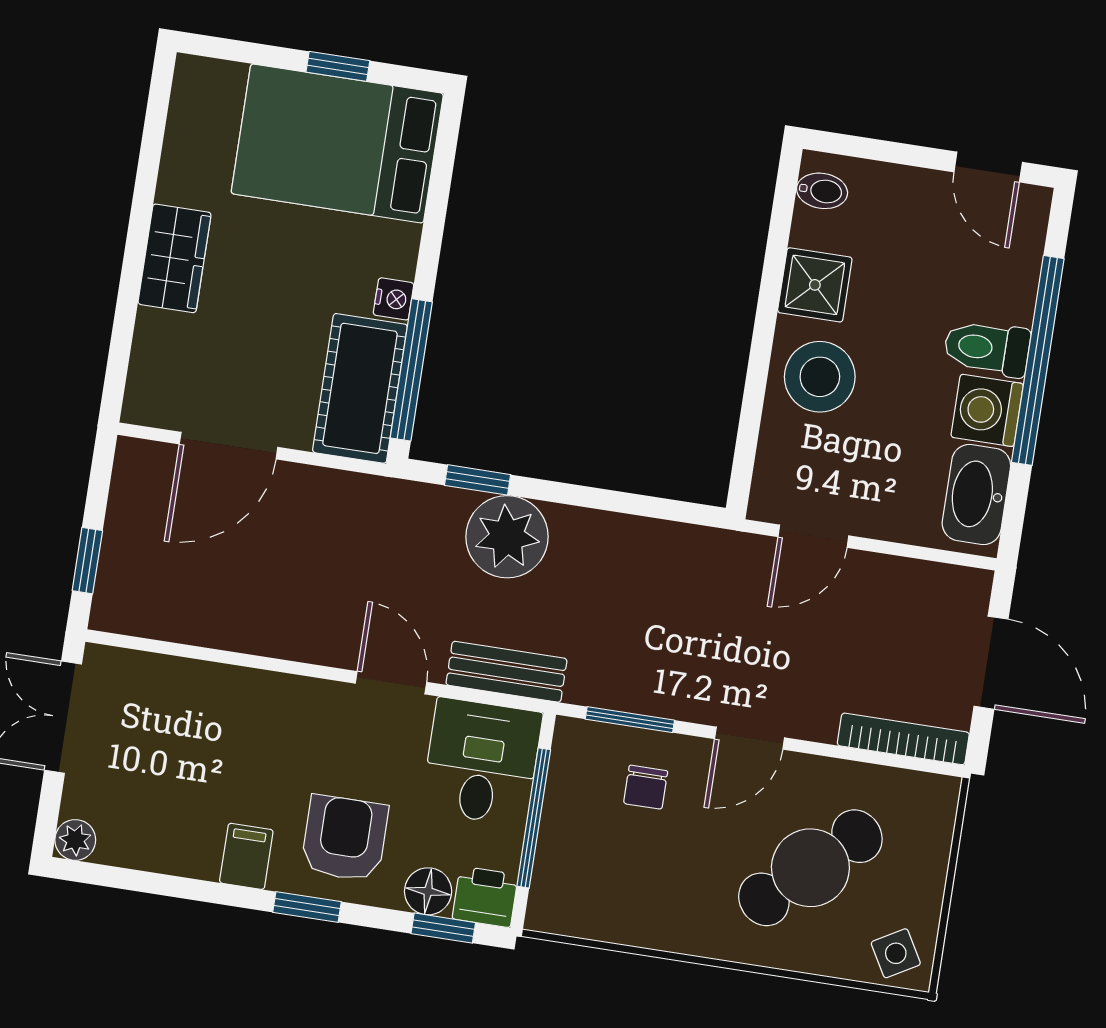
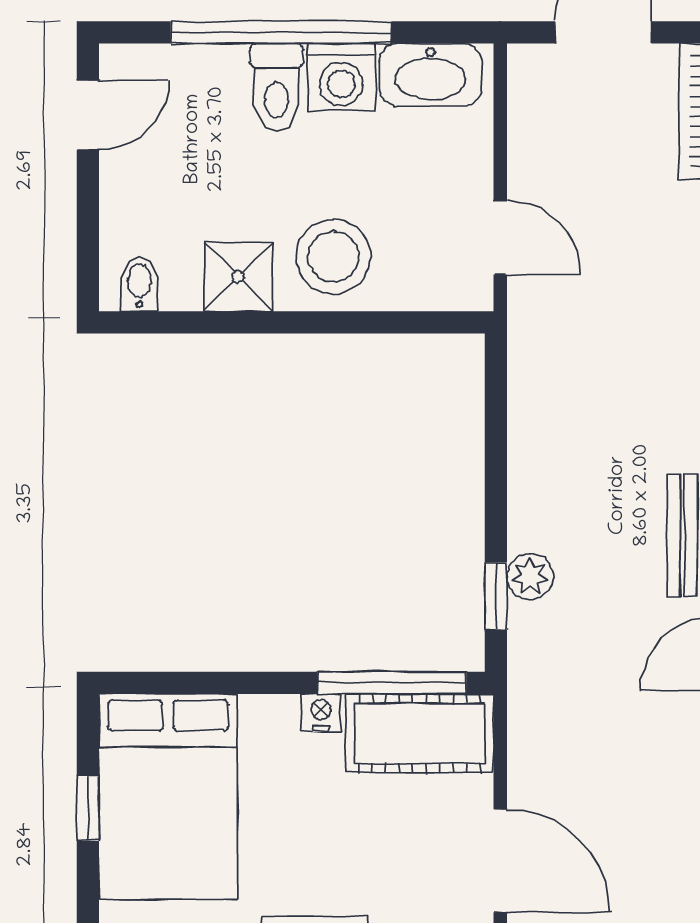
plant: (507, 537) -> (530, 577), width x0.53, depth x0.53

